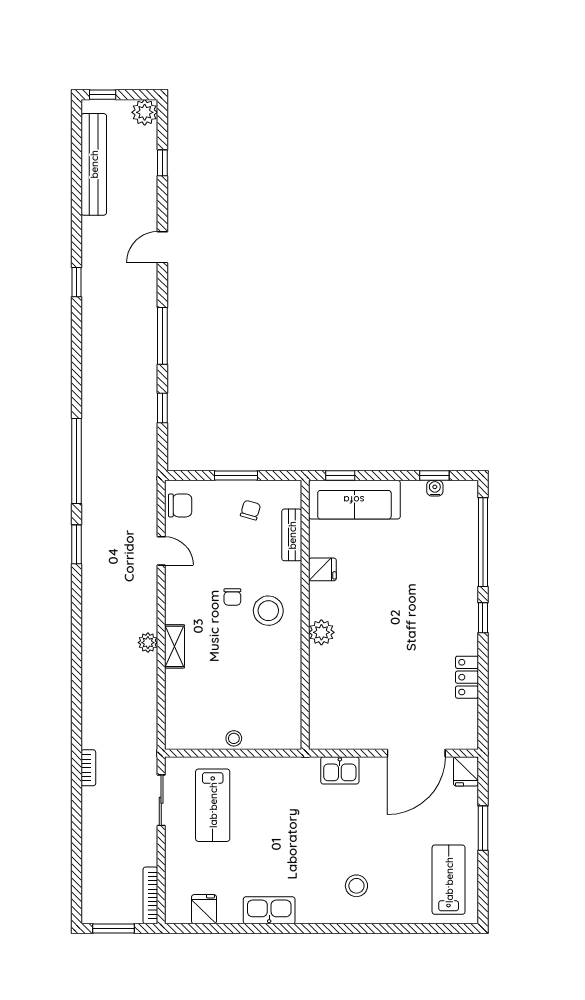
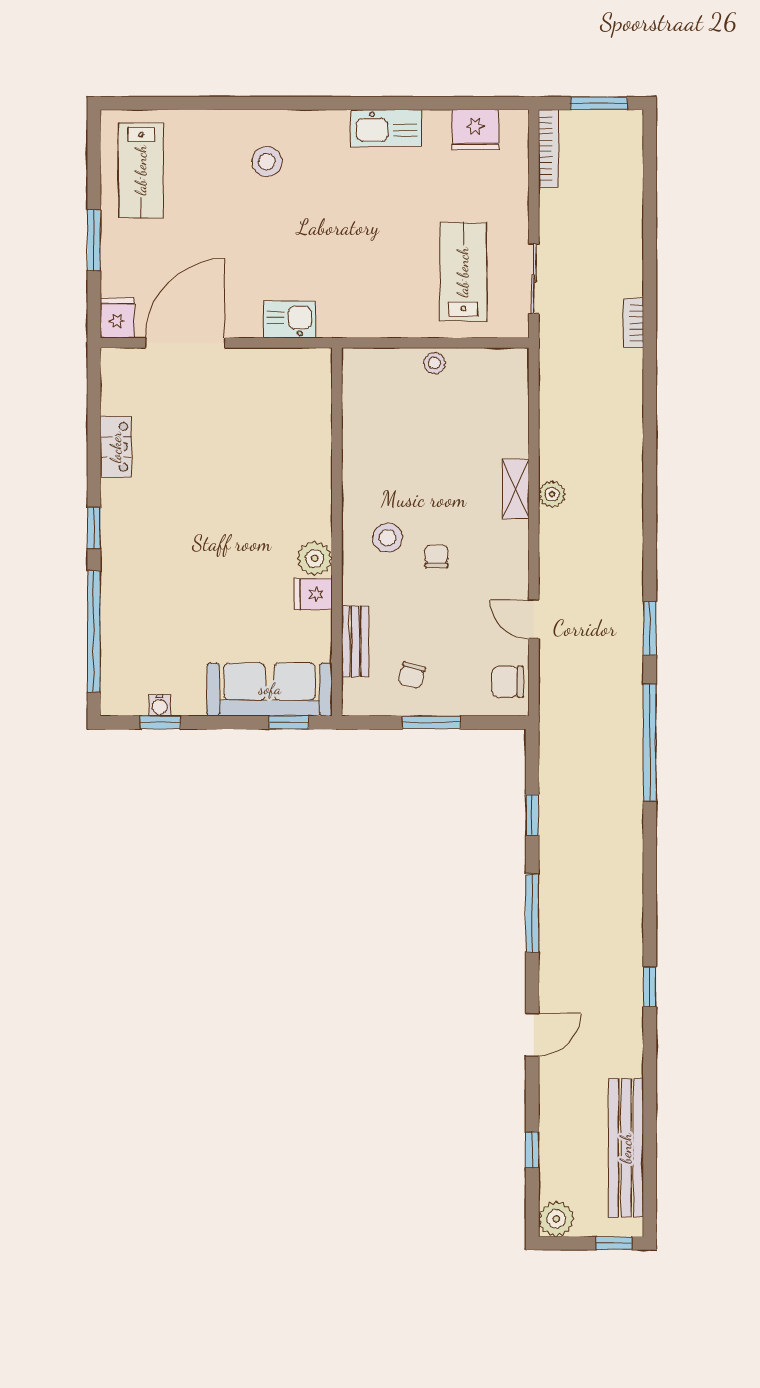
stool: (268, 611) -> (387, 538), width x0.73, depth x0.73
plant: (321, 632) -> (315, 558), moved
fridge: (204, 909) -> (475, 130), width x1.38

